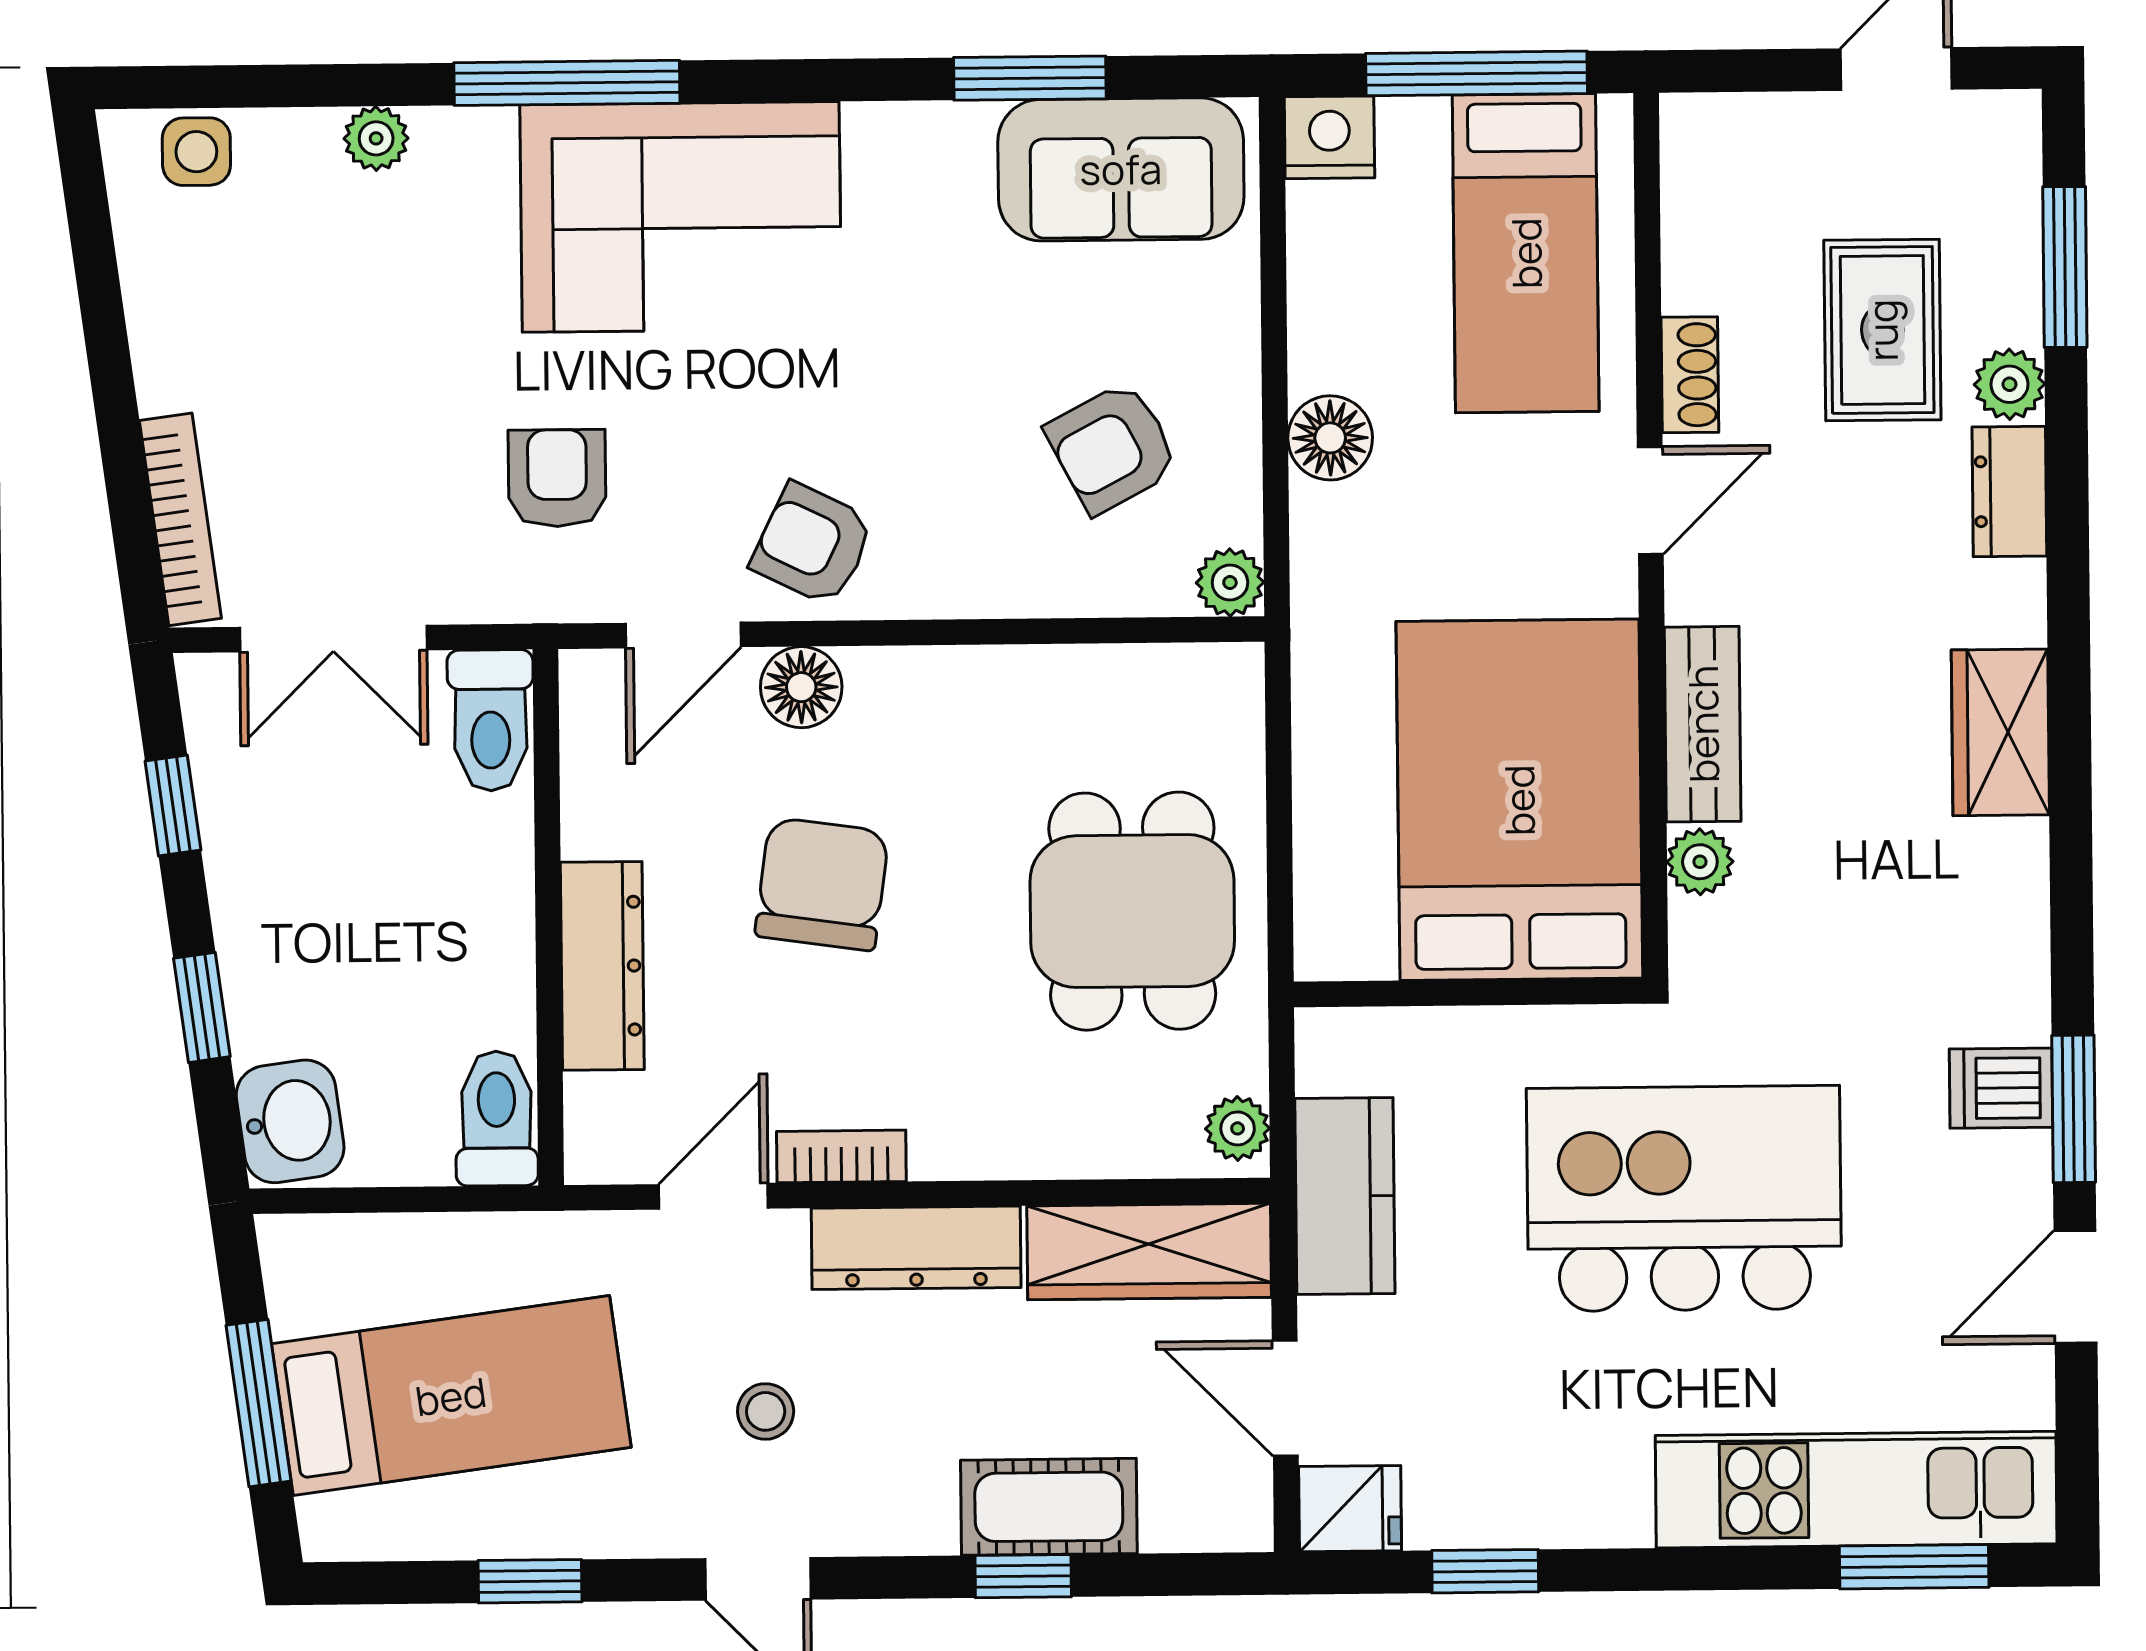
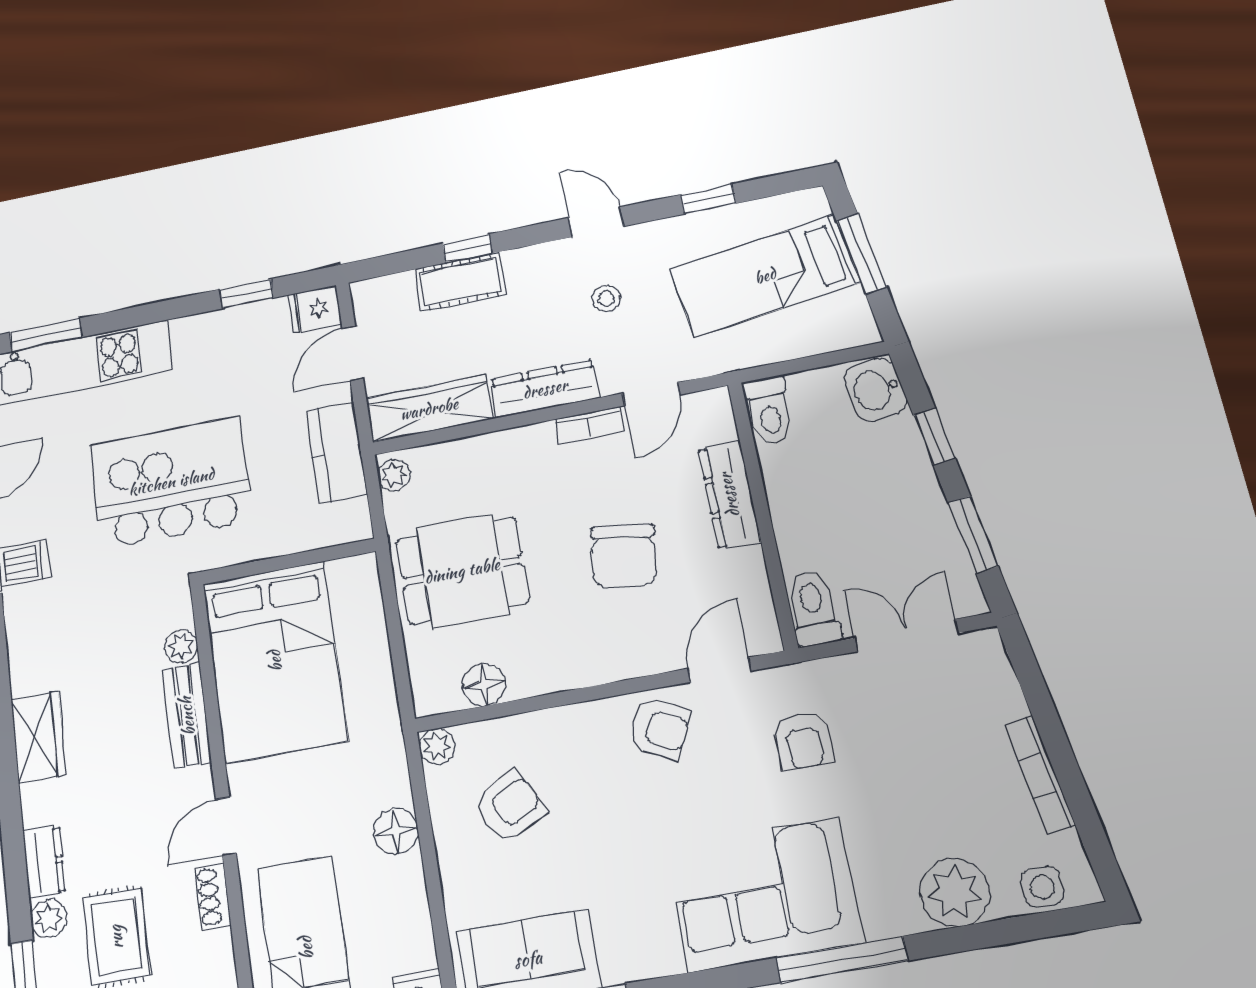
plant: (376, 138) -> (955, 892), width x1.87, depth x1.87
bookcase: (180, 519) -> (1040, 775), moved
floor lamp: (801, 687) -> (484, 685), moved
window: (173, 806) -> (973, 534), width x1.50
dining table: (1132, 911) -> (462, 571), turned 90
kitchen island: (1684, 1199) -> (171, 482), turned 180
door: (1285, 1398) -> (353, 353), swing flipped

